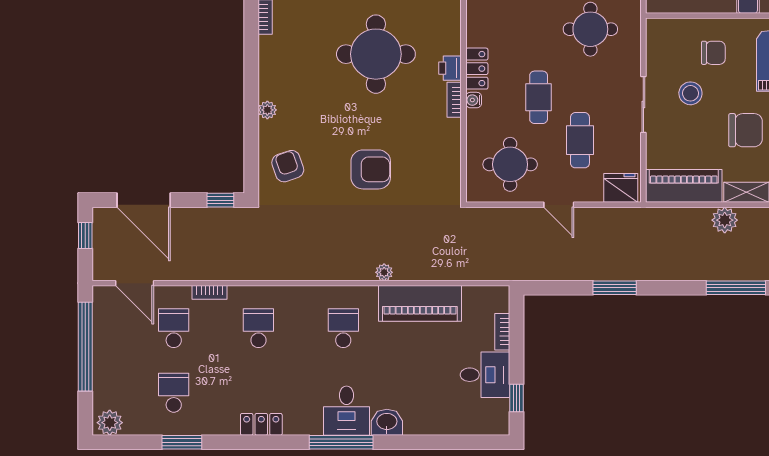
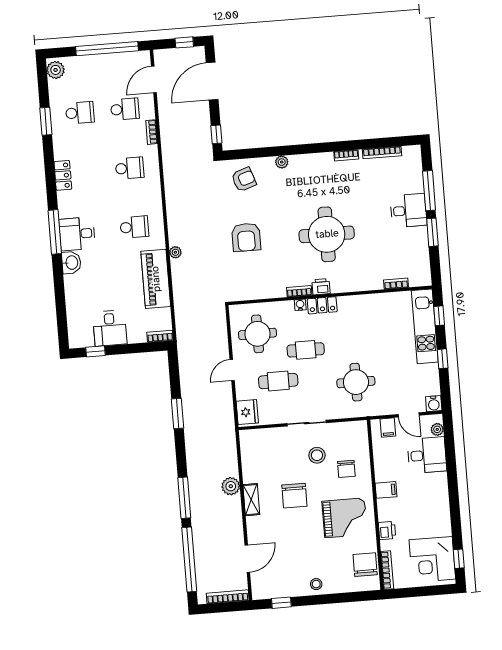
piano: (684, 186) -> (252, 456), removed
bookcase: (502, 332) -> (160, 336), moved

